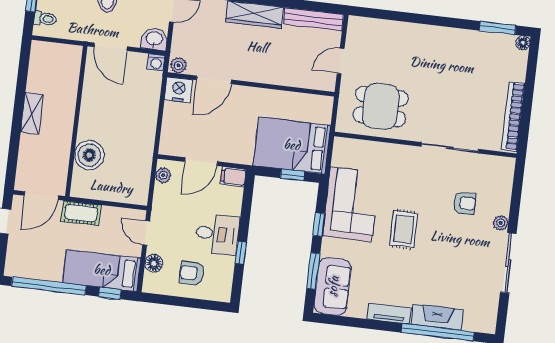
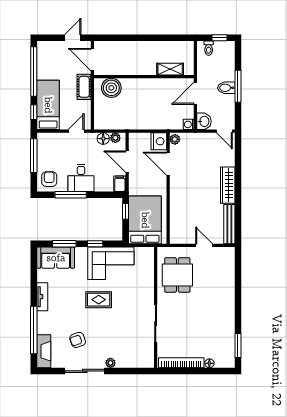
floor lamp: (523, 43) -> (209, 363), moved
plant: (179, 65) -> (175, 139), moved
door: (214, 80) -> (168, 164), moved
wall: (251, 84) -> (168, 188), moved
nightstand: (179, 90) -> (159, 141), moved
shelving: (32, 113) -> (170, 69), moved
boiler: (89, 155) -> (111, 88), moved
window: (292, 175) -> (126, 211), moved
armchair: (465, 203) -> (78, 340), moved, turned 71
window: (241, 253) -> (71, 195), width x2.17
floor lamp: (154, 263) -> (103, 139), moved
armchair: (192, 273) -> (49, 179), moved
window: (175, 301) -> (34, 156), added
fireplace: (437, 317) -> (44, 351), moved

